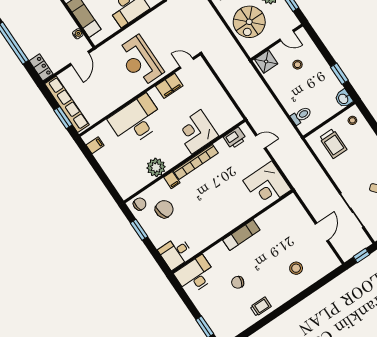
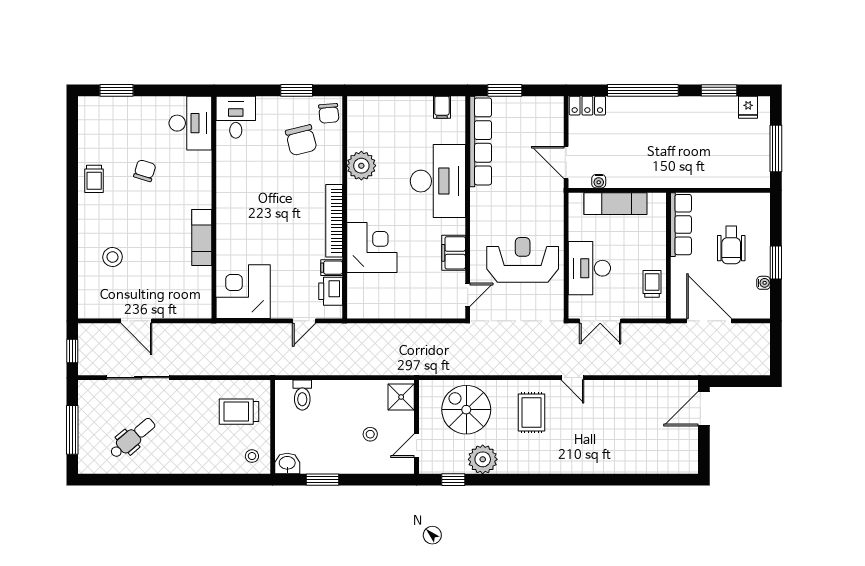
reception desk: (140, 61) -> (523, 260), moved
row of seats: (67, 104) -> (481, 141), moved, turned -90
filing cabinet: (172, 180) -> (332, 268), moved
exam couch: (241, 235) -> (202, 238), moved

